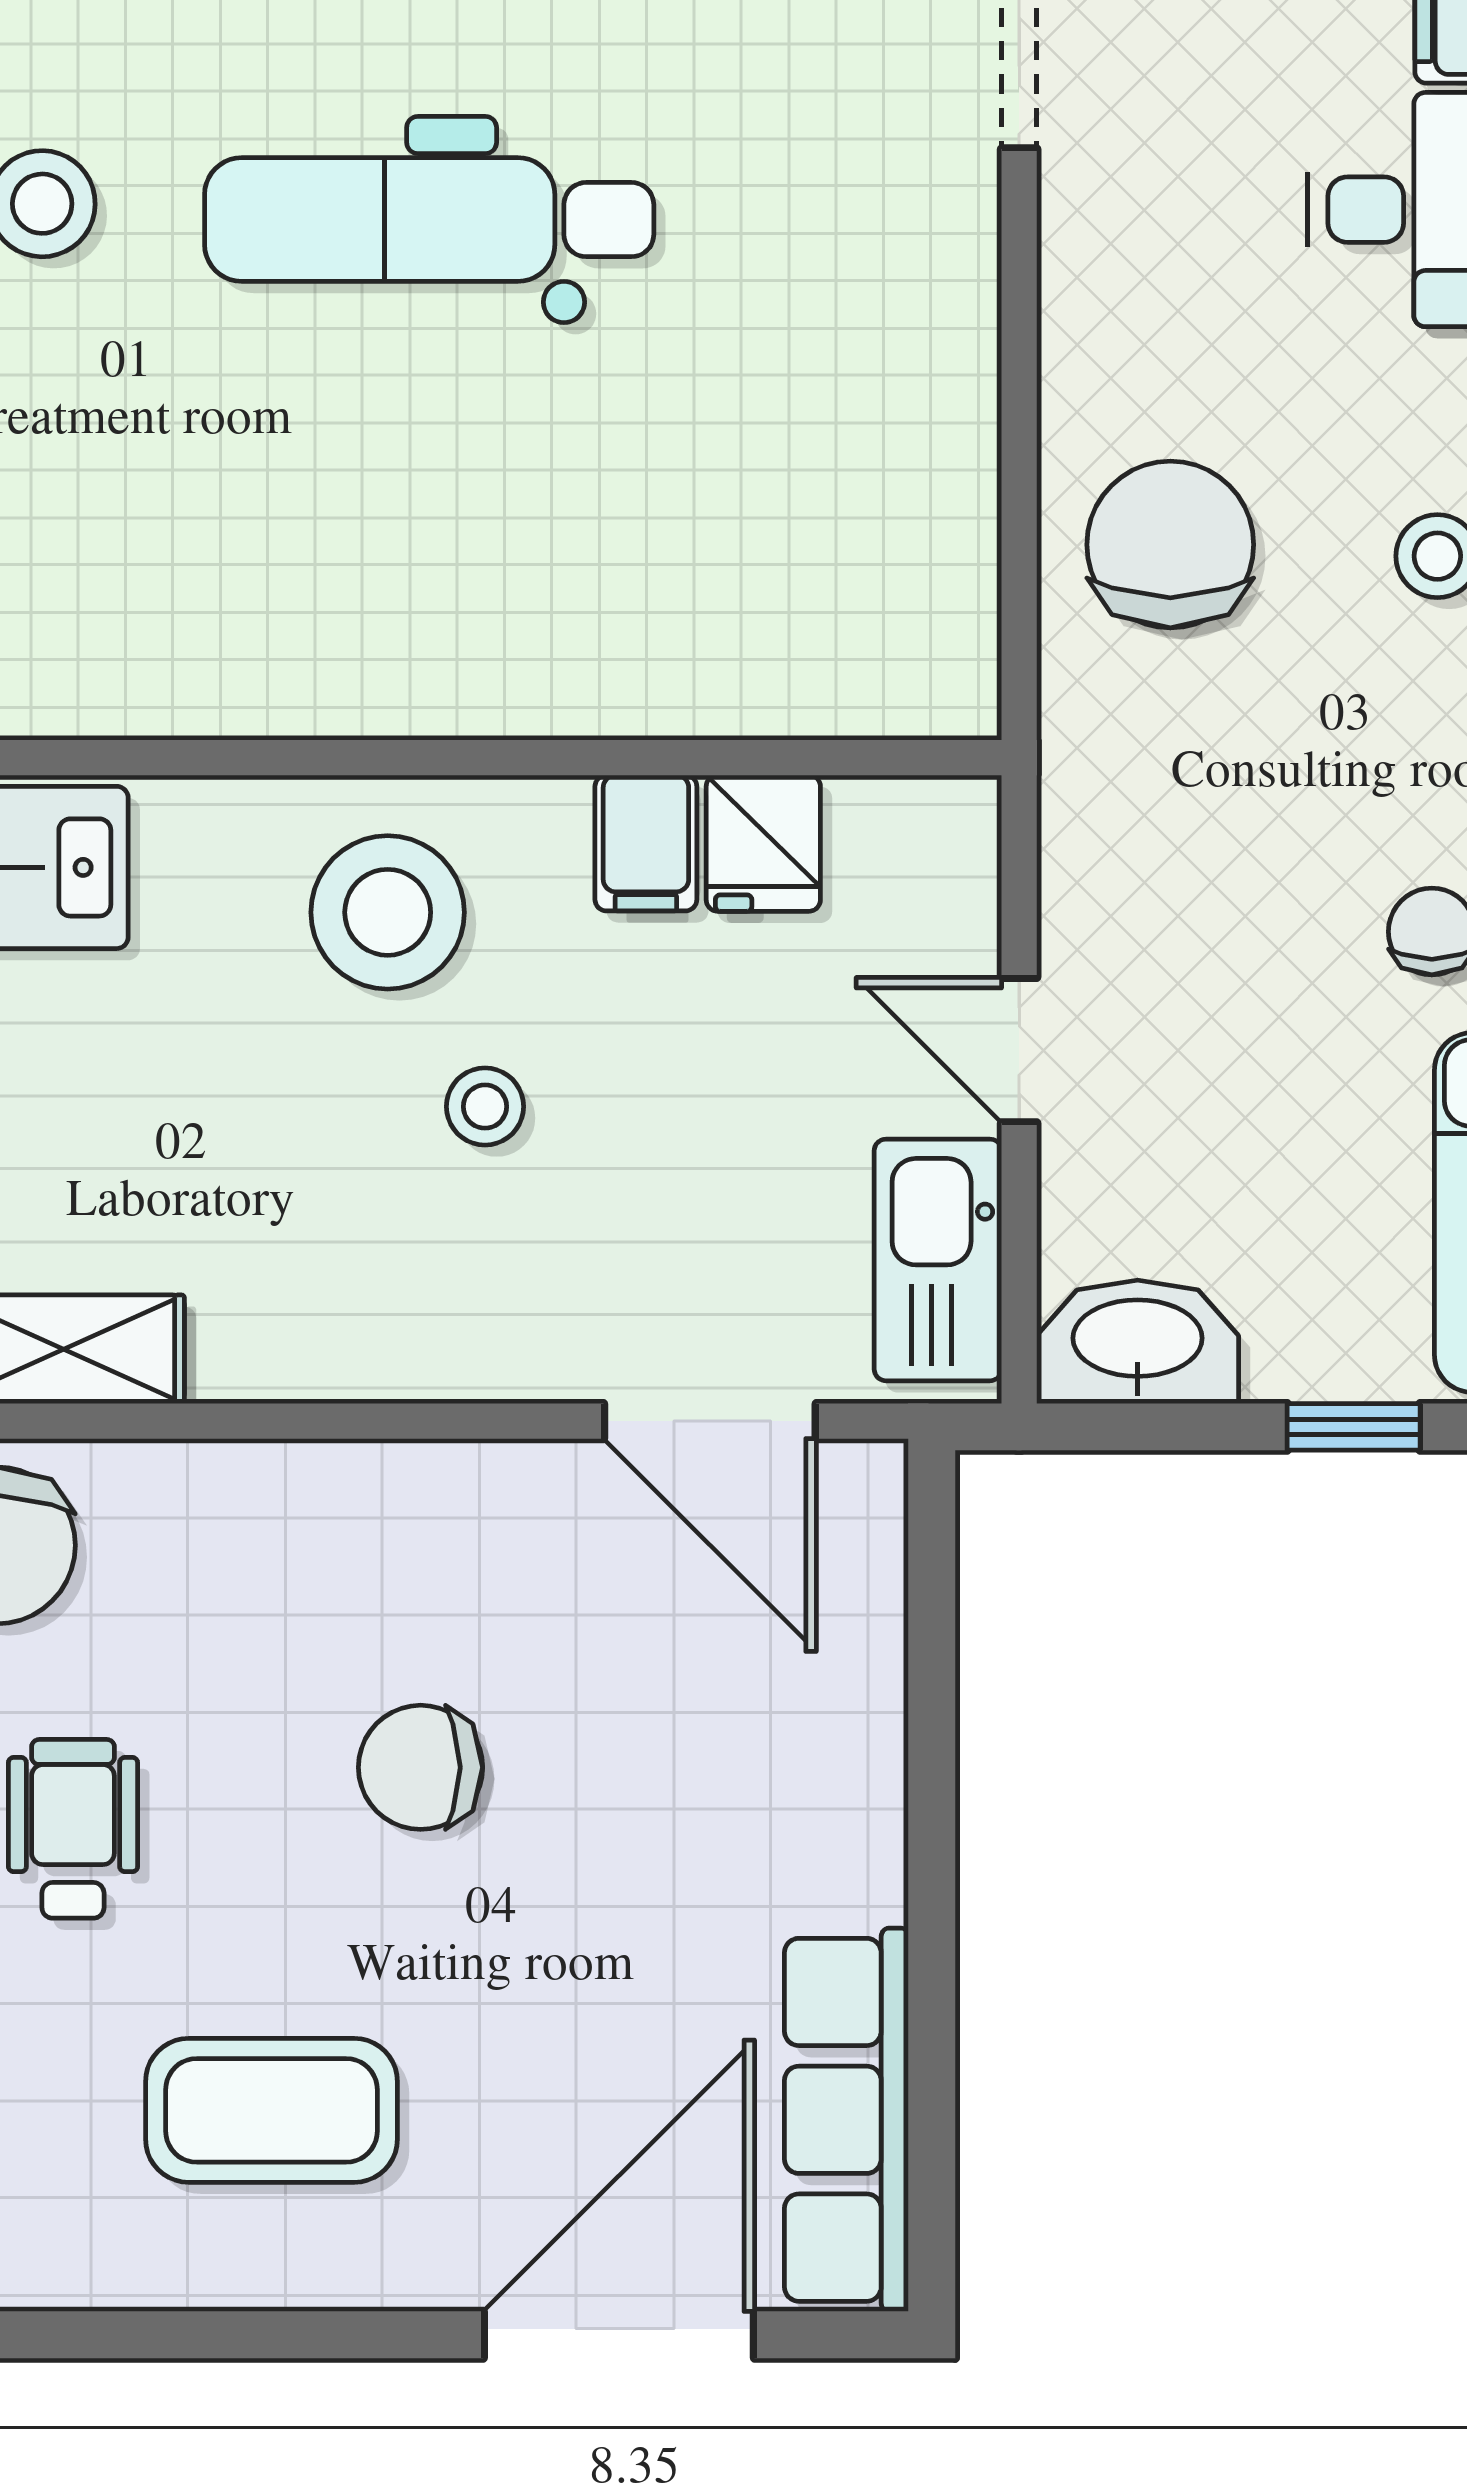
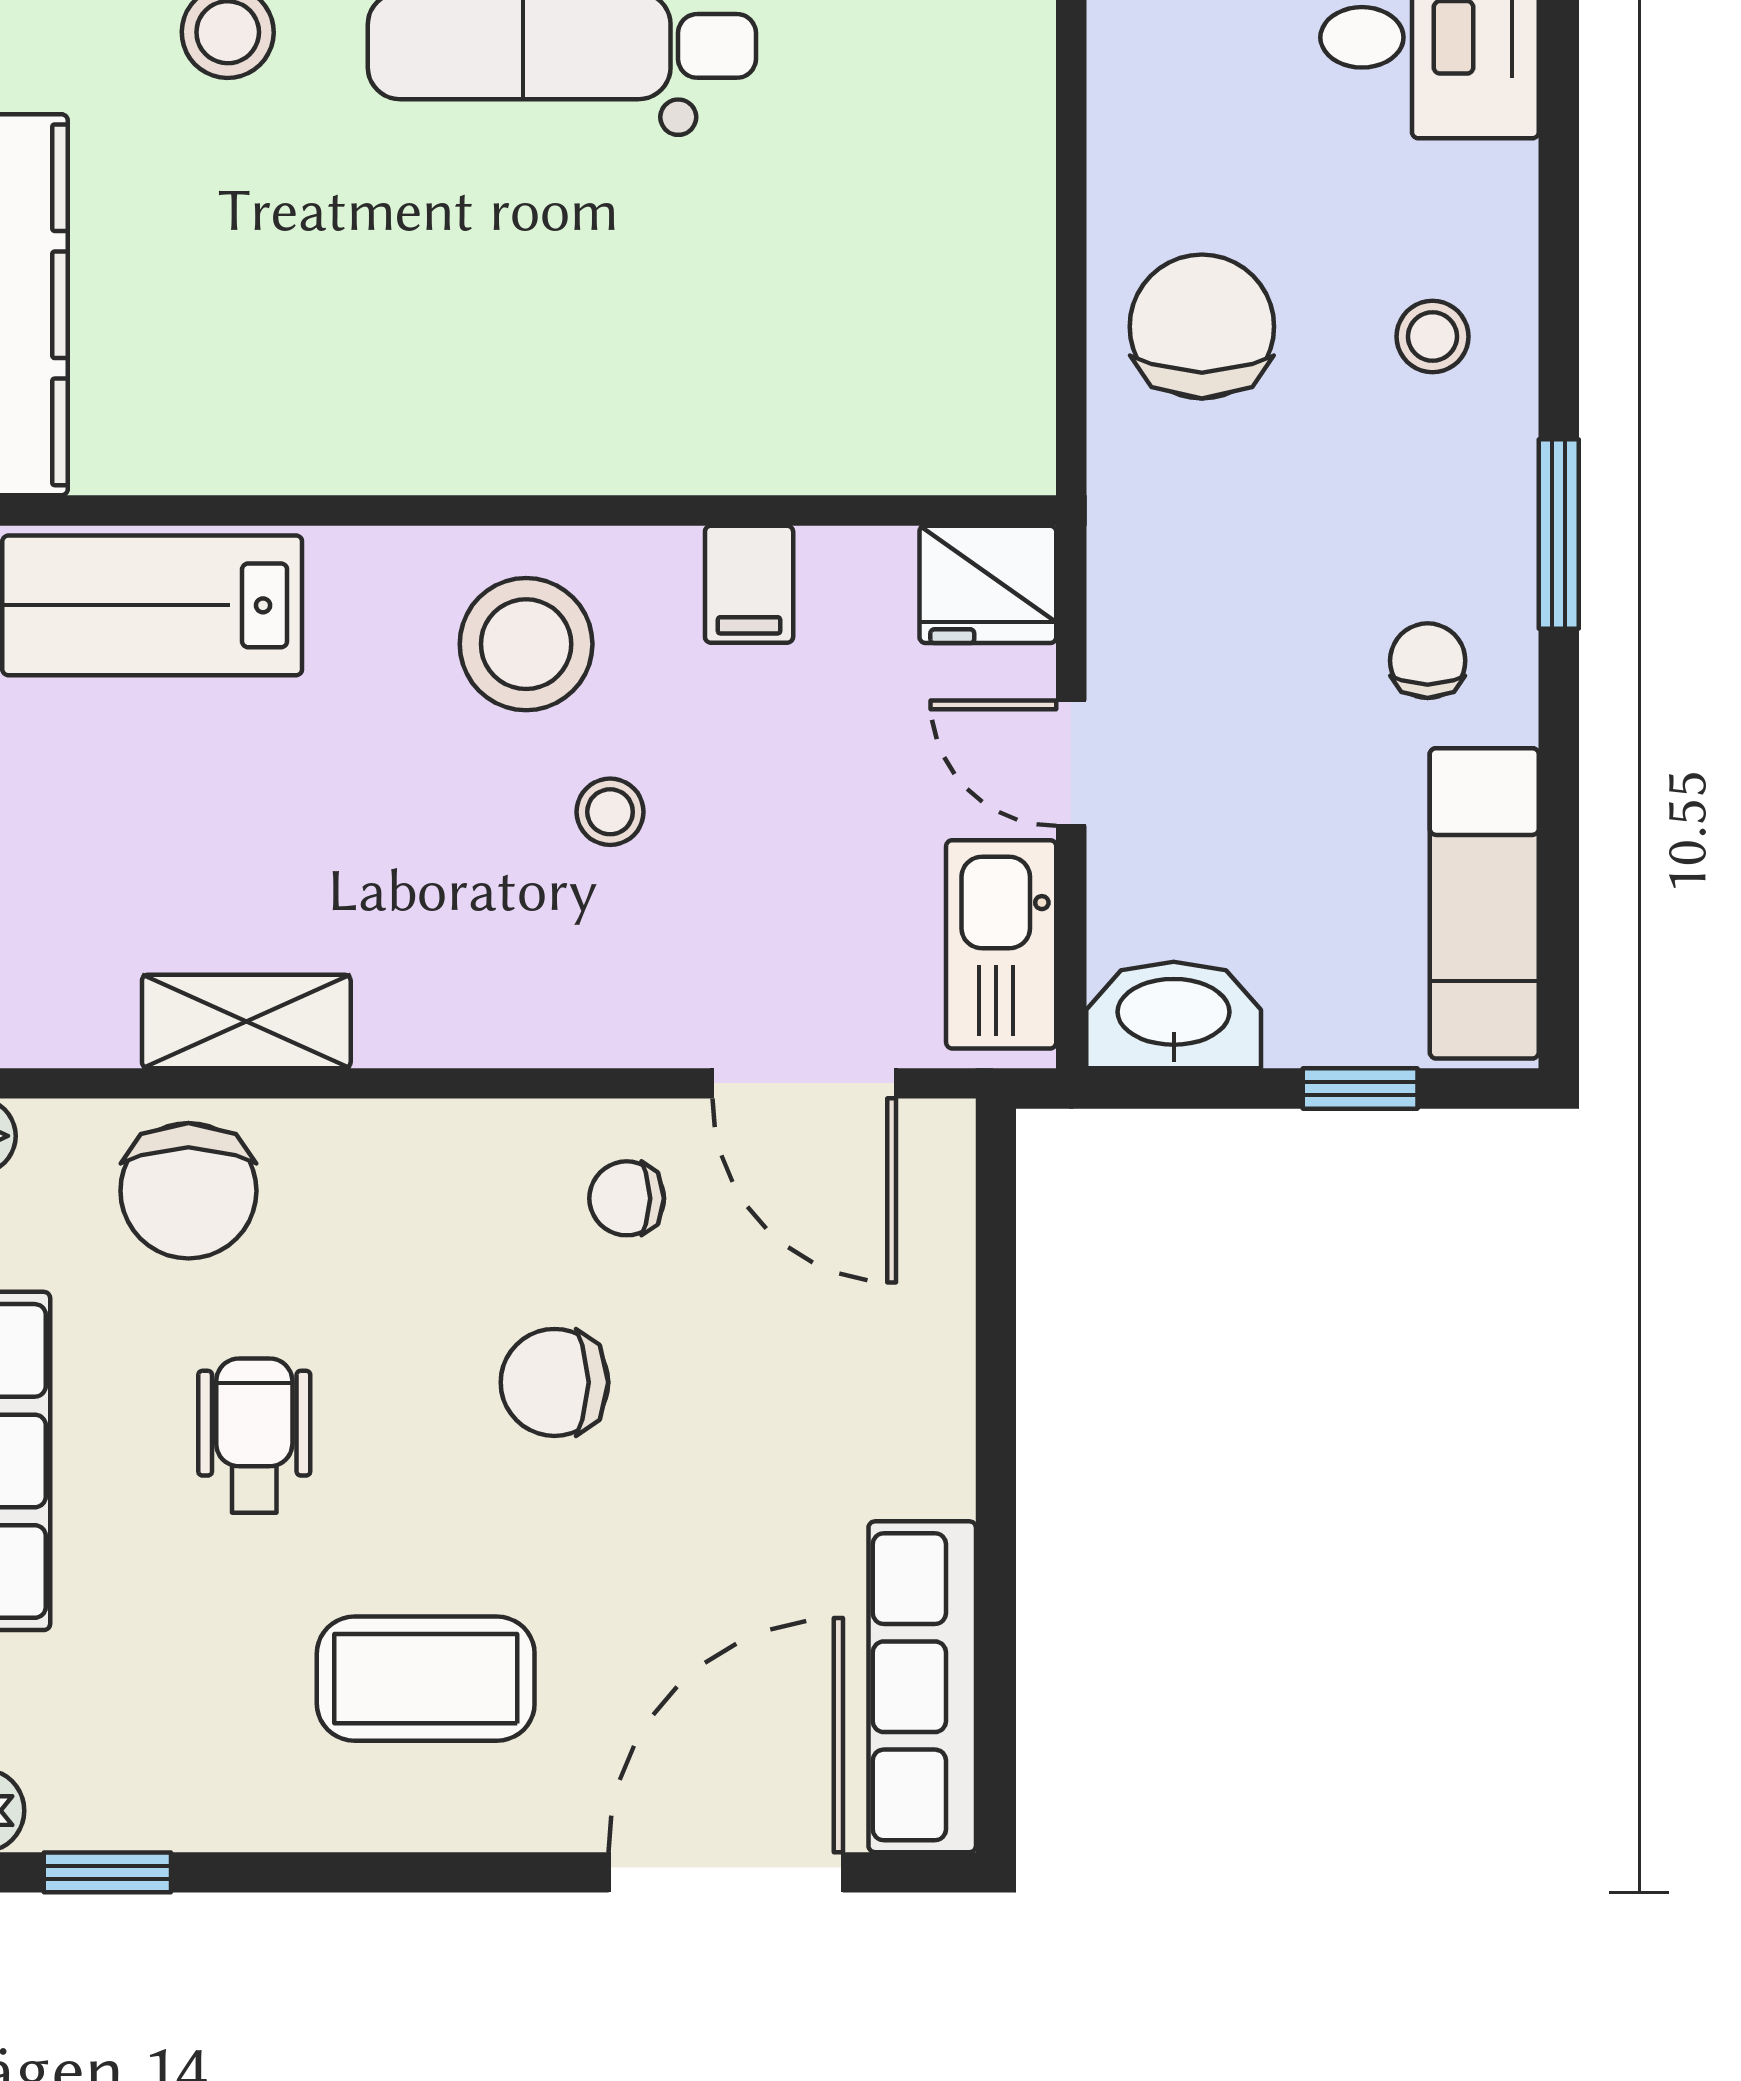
fridge: (763, 843) -> (988, 584), moved, width x1.38
chair: (504, 1554) -> (627, 1198), added

